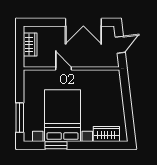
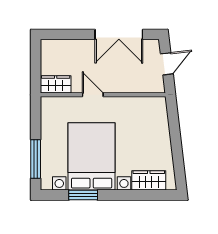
wardrobe: (30, 45) -> (56, 84), moved, turned -90

